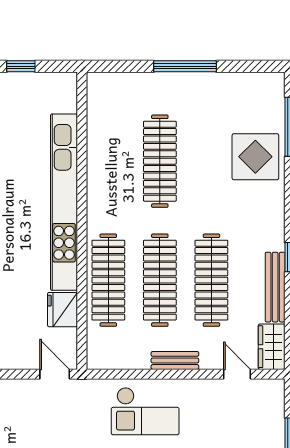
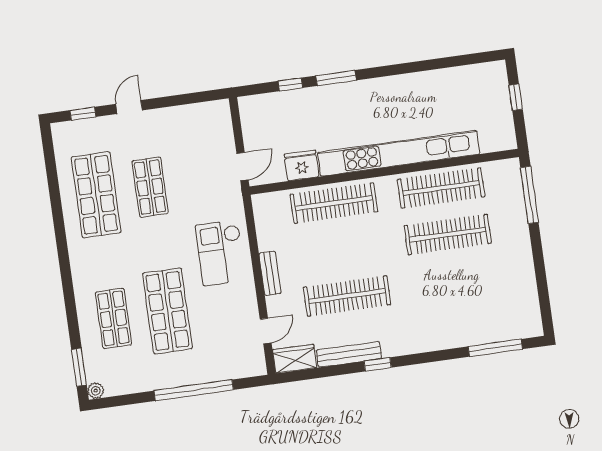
window: (185, 66) -> (529, 195), moved
display table: (255, 157) -> (464, 320), removed
clothes rail: (160, 280) -> (441, 188), moved

